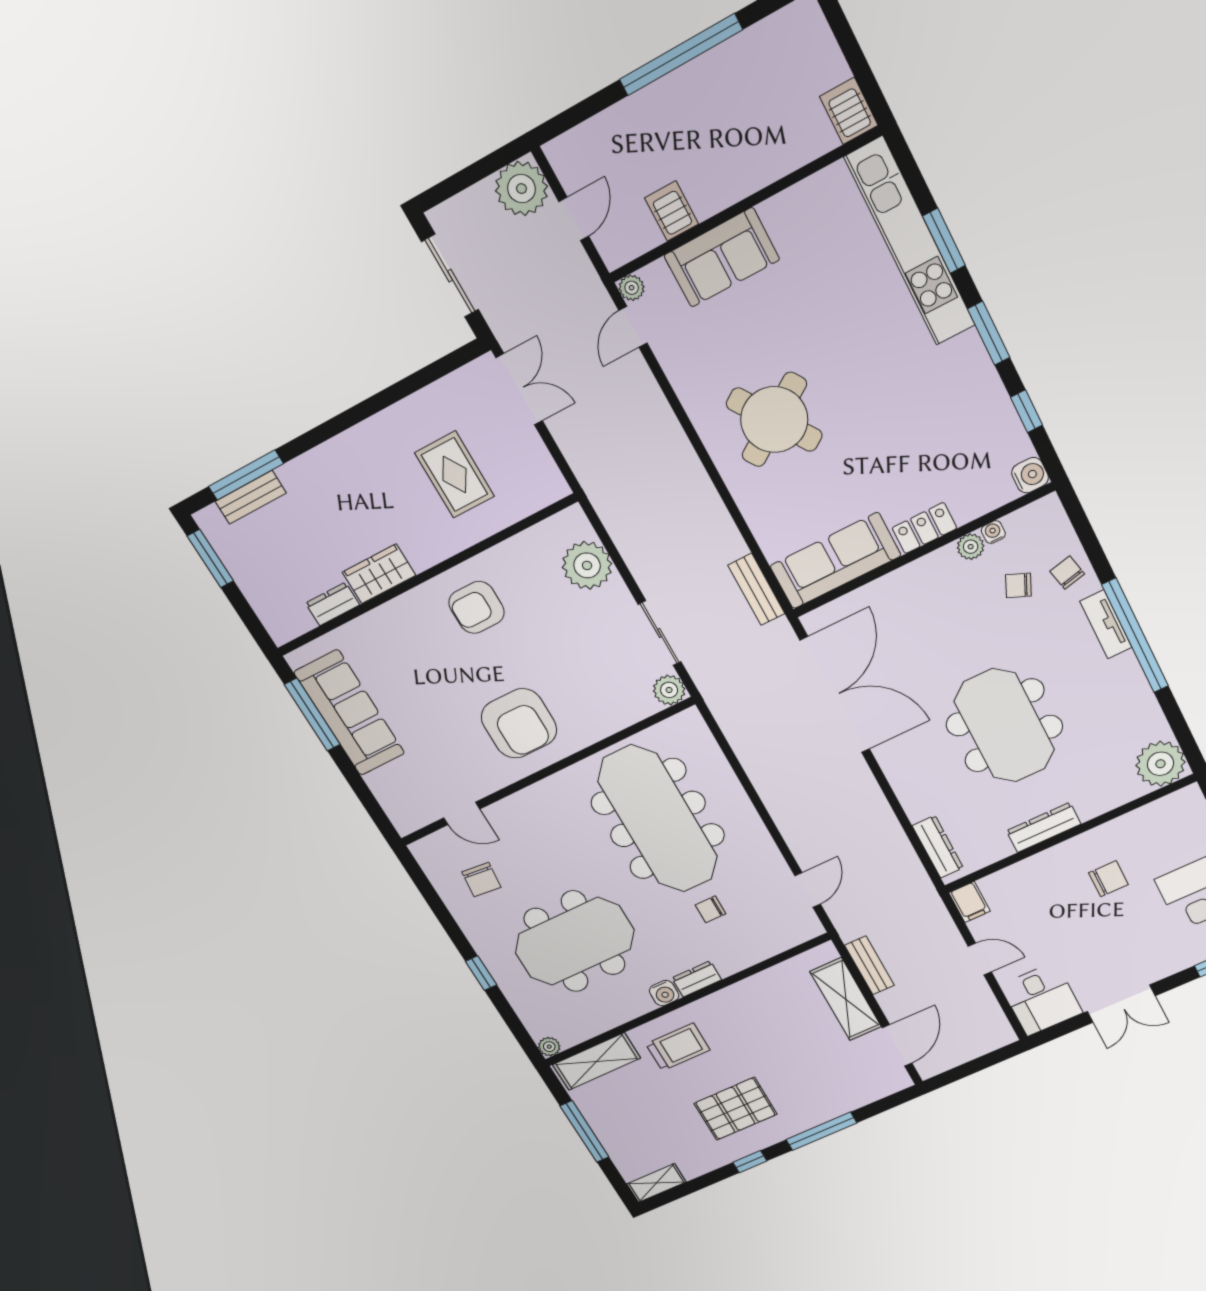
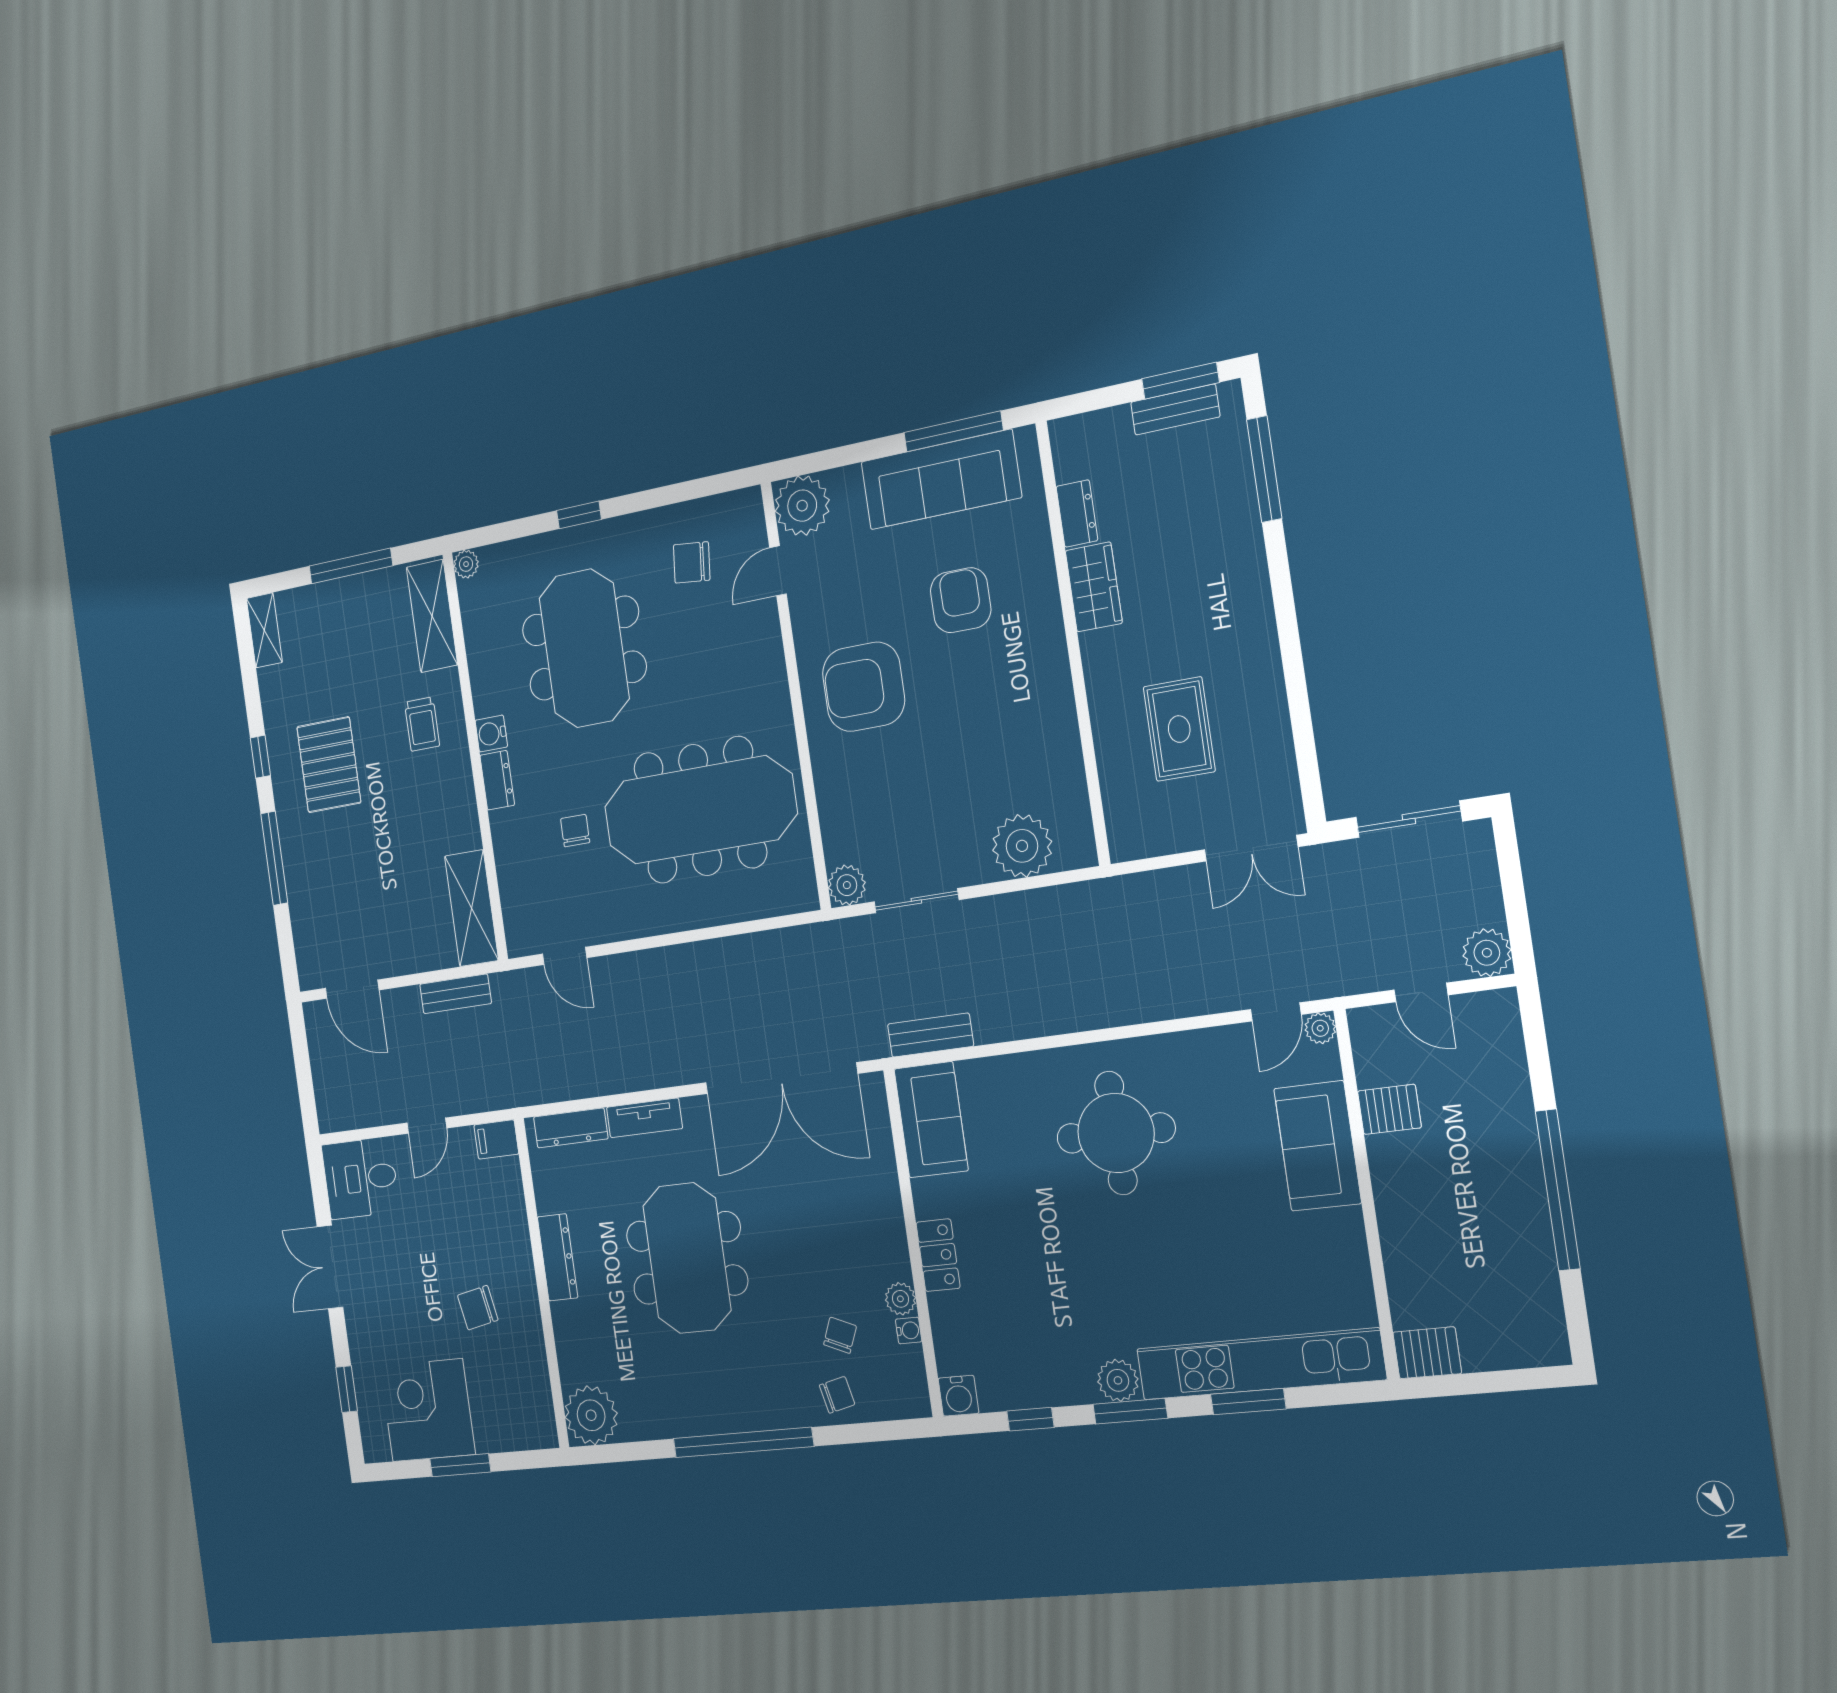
plant: (521, 189) -> (1487, 953), width x0.73, depth x0.73
door: (633, 327) -> (1276, 1012), swing flipped
plant: (968, 352) -> (1118, 1380), added
round table: (774, 420) -> (1116, 1133), turned 34
rug: (455, 475) -> (1179, 729), turned 90
bench: (251, 497) -> (1175, 410), moved, turned 90
sofa: (835, 561) -> (931, 1120), width x0.73
armchair: (477, 607) -> (961, 600), moved
tv unit: (1106, 624) -> (644, 1118), moved, turned 180
meeting table: (1004, 726) -> (687, 1258), turned 90
plant: (409, 810) -> (802, 506), added
chair: (1108, 879) -> (478, 1308), turned 79
shelving: (846, 999) -> (472, 908), moved, turned 90
trolley: (678, 1047) -> (422, 724), width x0.73, depth x0.72

